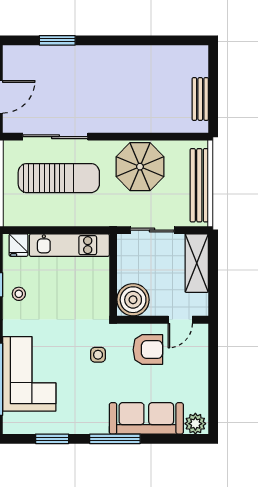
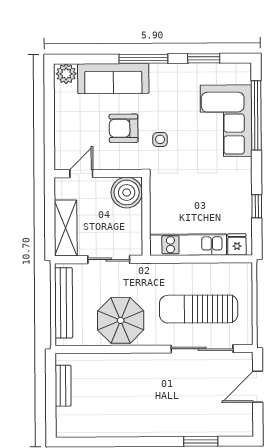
stool: (19, 294) -> (236, 198), removed
armchair: (148, 350) -> (124, 128), moved

